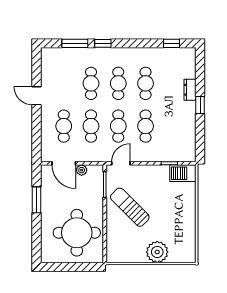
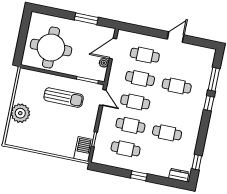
cafe table: (118, 83) -> (126, 149), moved
dresser: (190, 90) -> (179, 175), moved
sun lounger: (130, 207) -> (64, 98), turned 45

